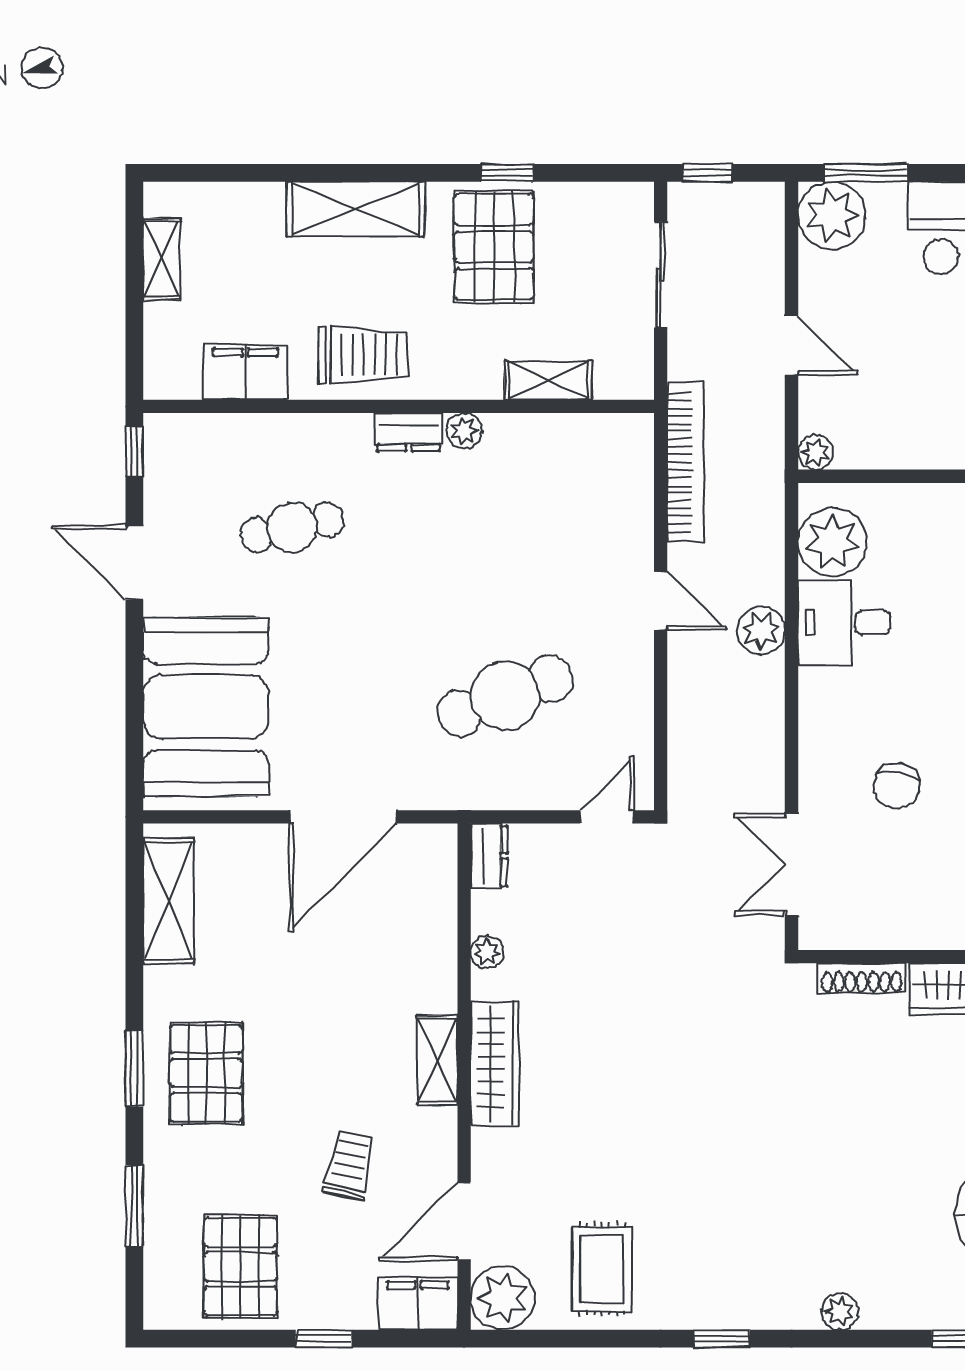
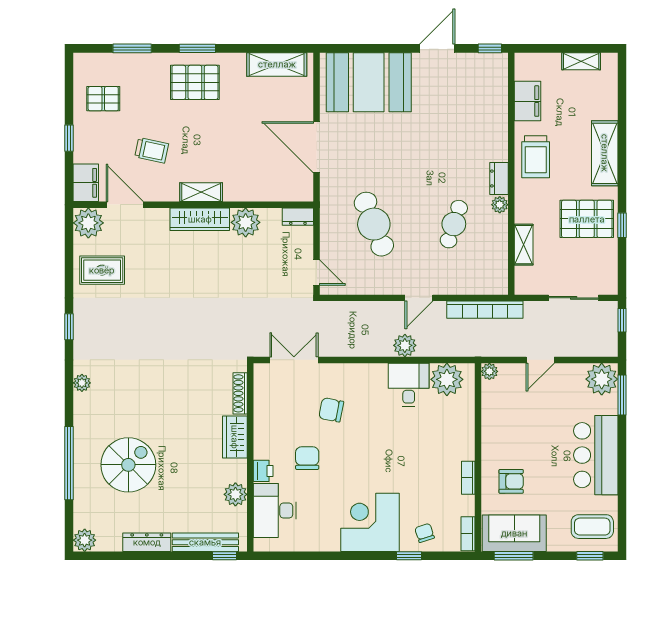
cafe table: (292, 527) -> (454, 224), moved, turned 30
plant: (487, 952) -> (246, 222), width x1.87, depth x1.87
pallet: (240, 1267) -> (103, 99), width x0.67, depth x0.71

